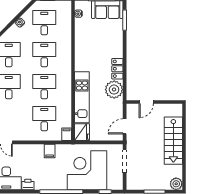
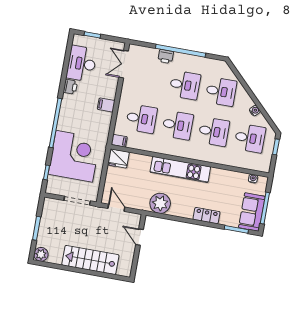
locker: (117, 69) -> (207, 216), moved
kitchen unit: (82, 97) -> (180, 170), moved
filing cabinet: (50, 151) -> (106, 105), moved

